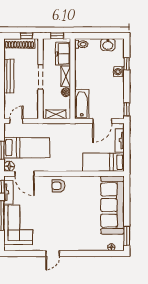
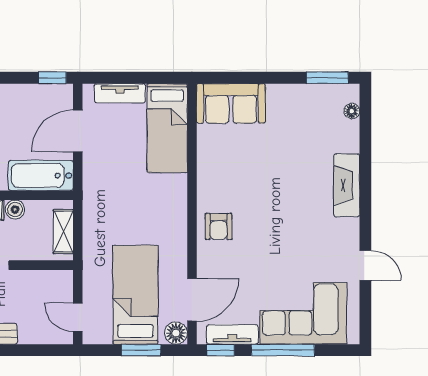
door: (102, 121) -> (78, 131), swing flipped
sofa: (112, 205) -> (231, 103), width x0.54, depth x0.79
fireplace: (77, 245) -> (347, 185), added
door: (53, 253) -> (365, 265), moved

